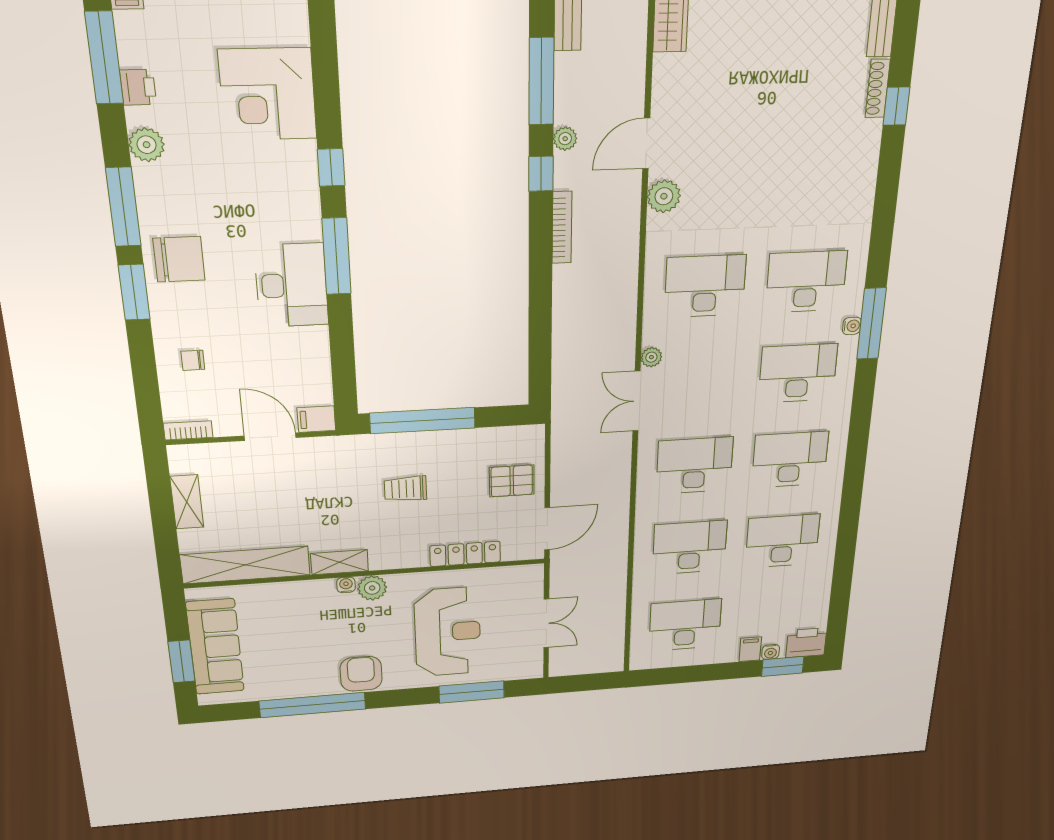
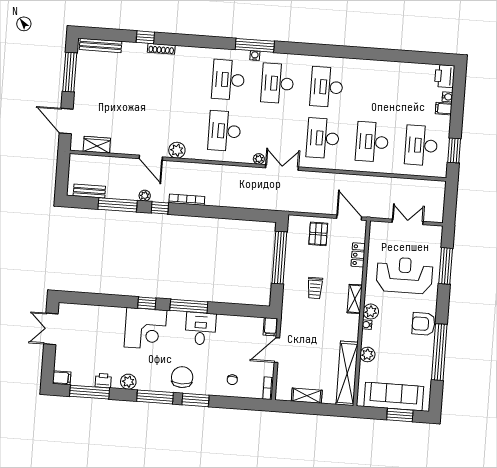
shoe rack: (878, 88) -> (161, 49), moved
corner desk: (268, 94) -> (145, 329), moved
desk: (292, 285) -> (201, 329), width x0.73
double door: (636, 401) -> (282, 167), swing flipped
window: (423, 420) -> (279, 258), moved
desk: (782, 541) -> (376, 91), removed
locker: (465, 554) -> (358, 255), width x0.66
shelving: (339, 562) -> (355, 299), moved
plant: (289, 594) -> (367, 354), added
window: (783, 666) -> (454, 151), moved

